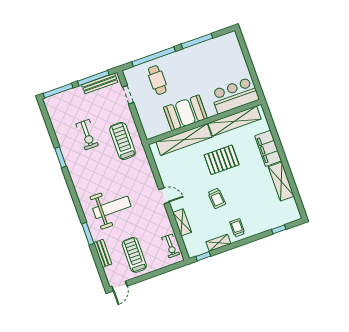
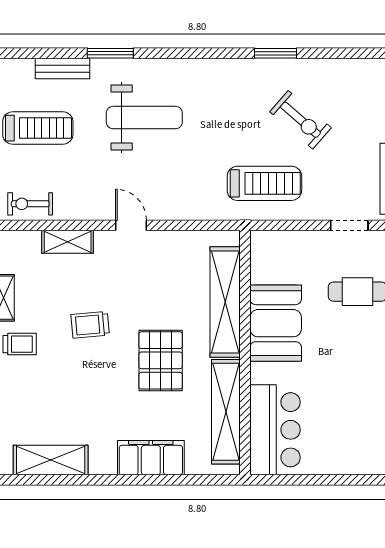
exercise bike: (87, 135) -> (301, 120), turned -139
shelving: (281, 181) -> (51, 460), moved
door: (164, 196) -> (131, 225), swing flipped
weight bench: (112, 207) -> (144, 118), turned -90

